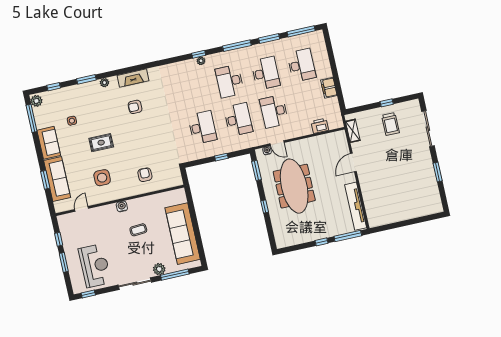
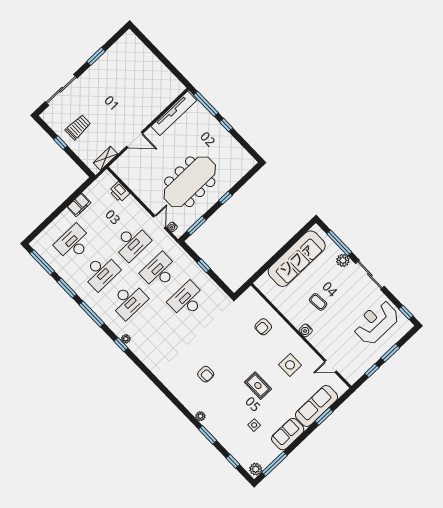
desk: (266, 73) -> (101, 272), turned 180
fireplace: (133, 78) -> (180, 392), removed

